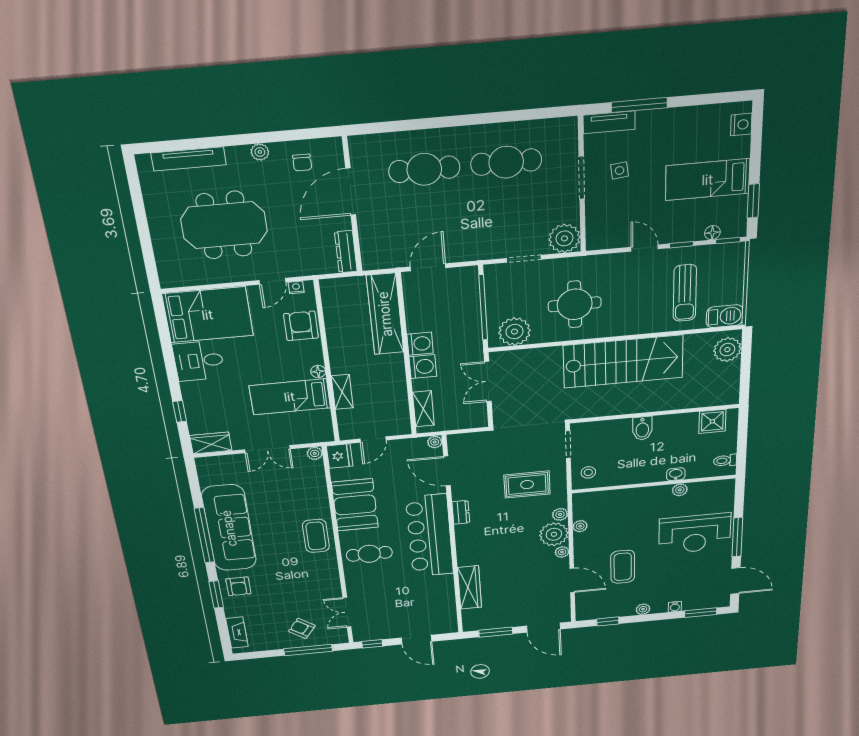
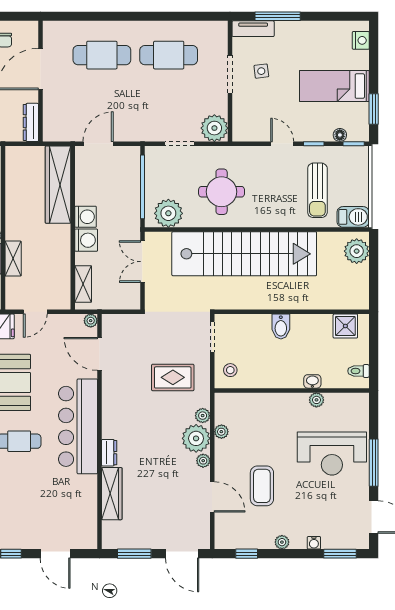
stairs: (623, 362) -> (244, 254), width x1.36
dresser: (461, 512) -> (109, 453), moved

